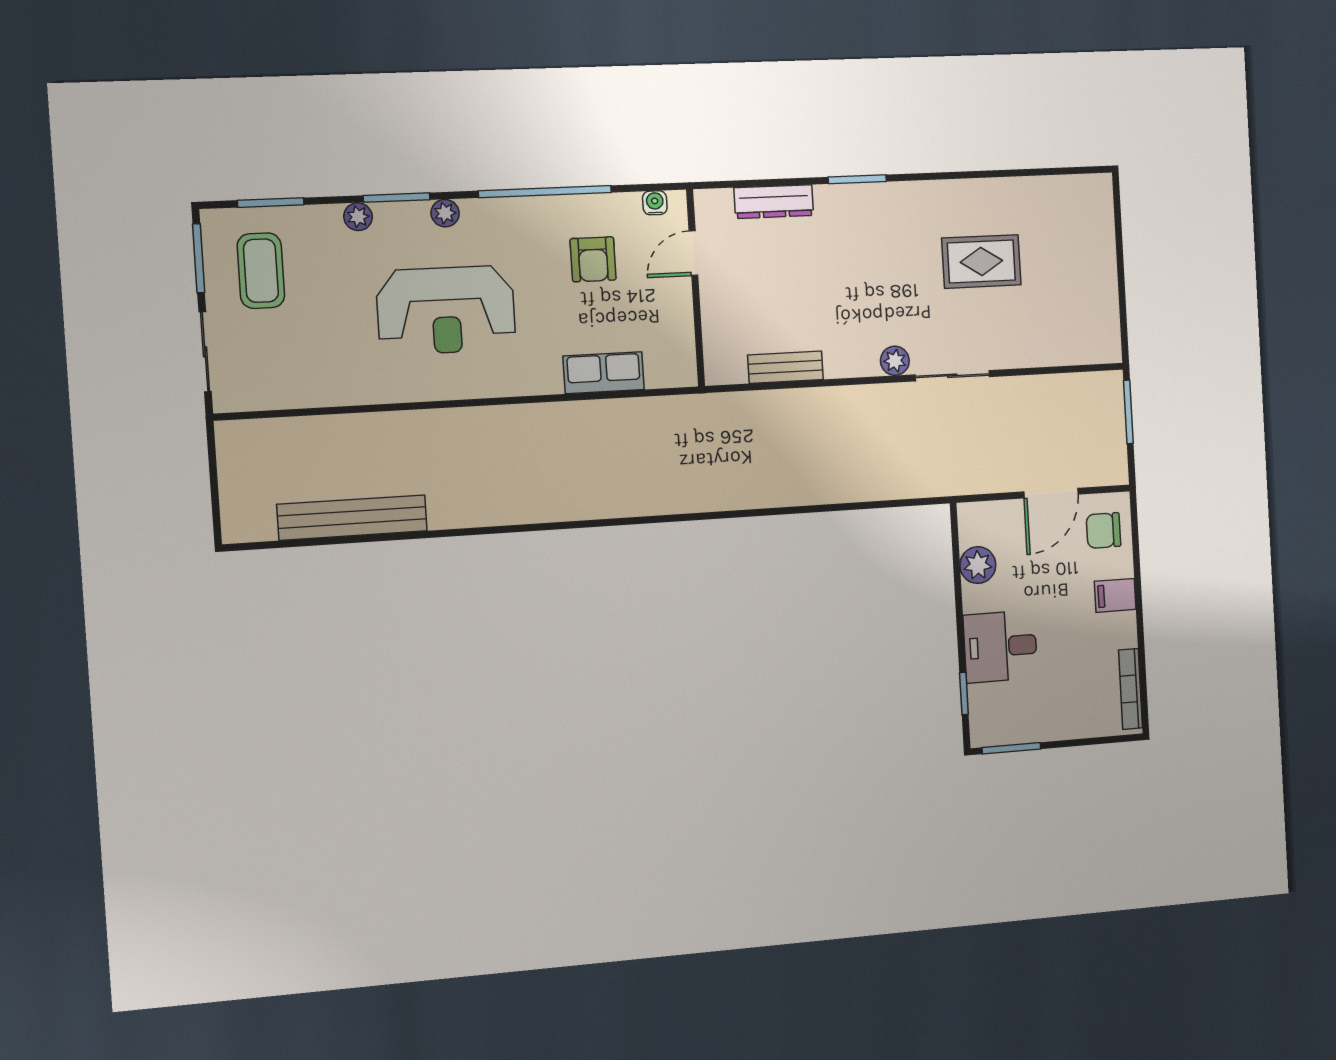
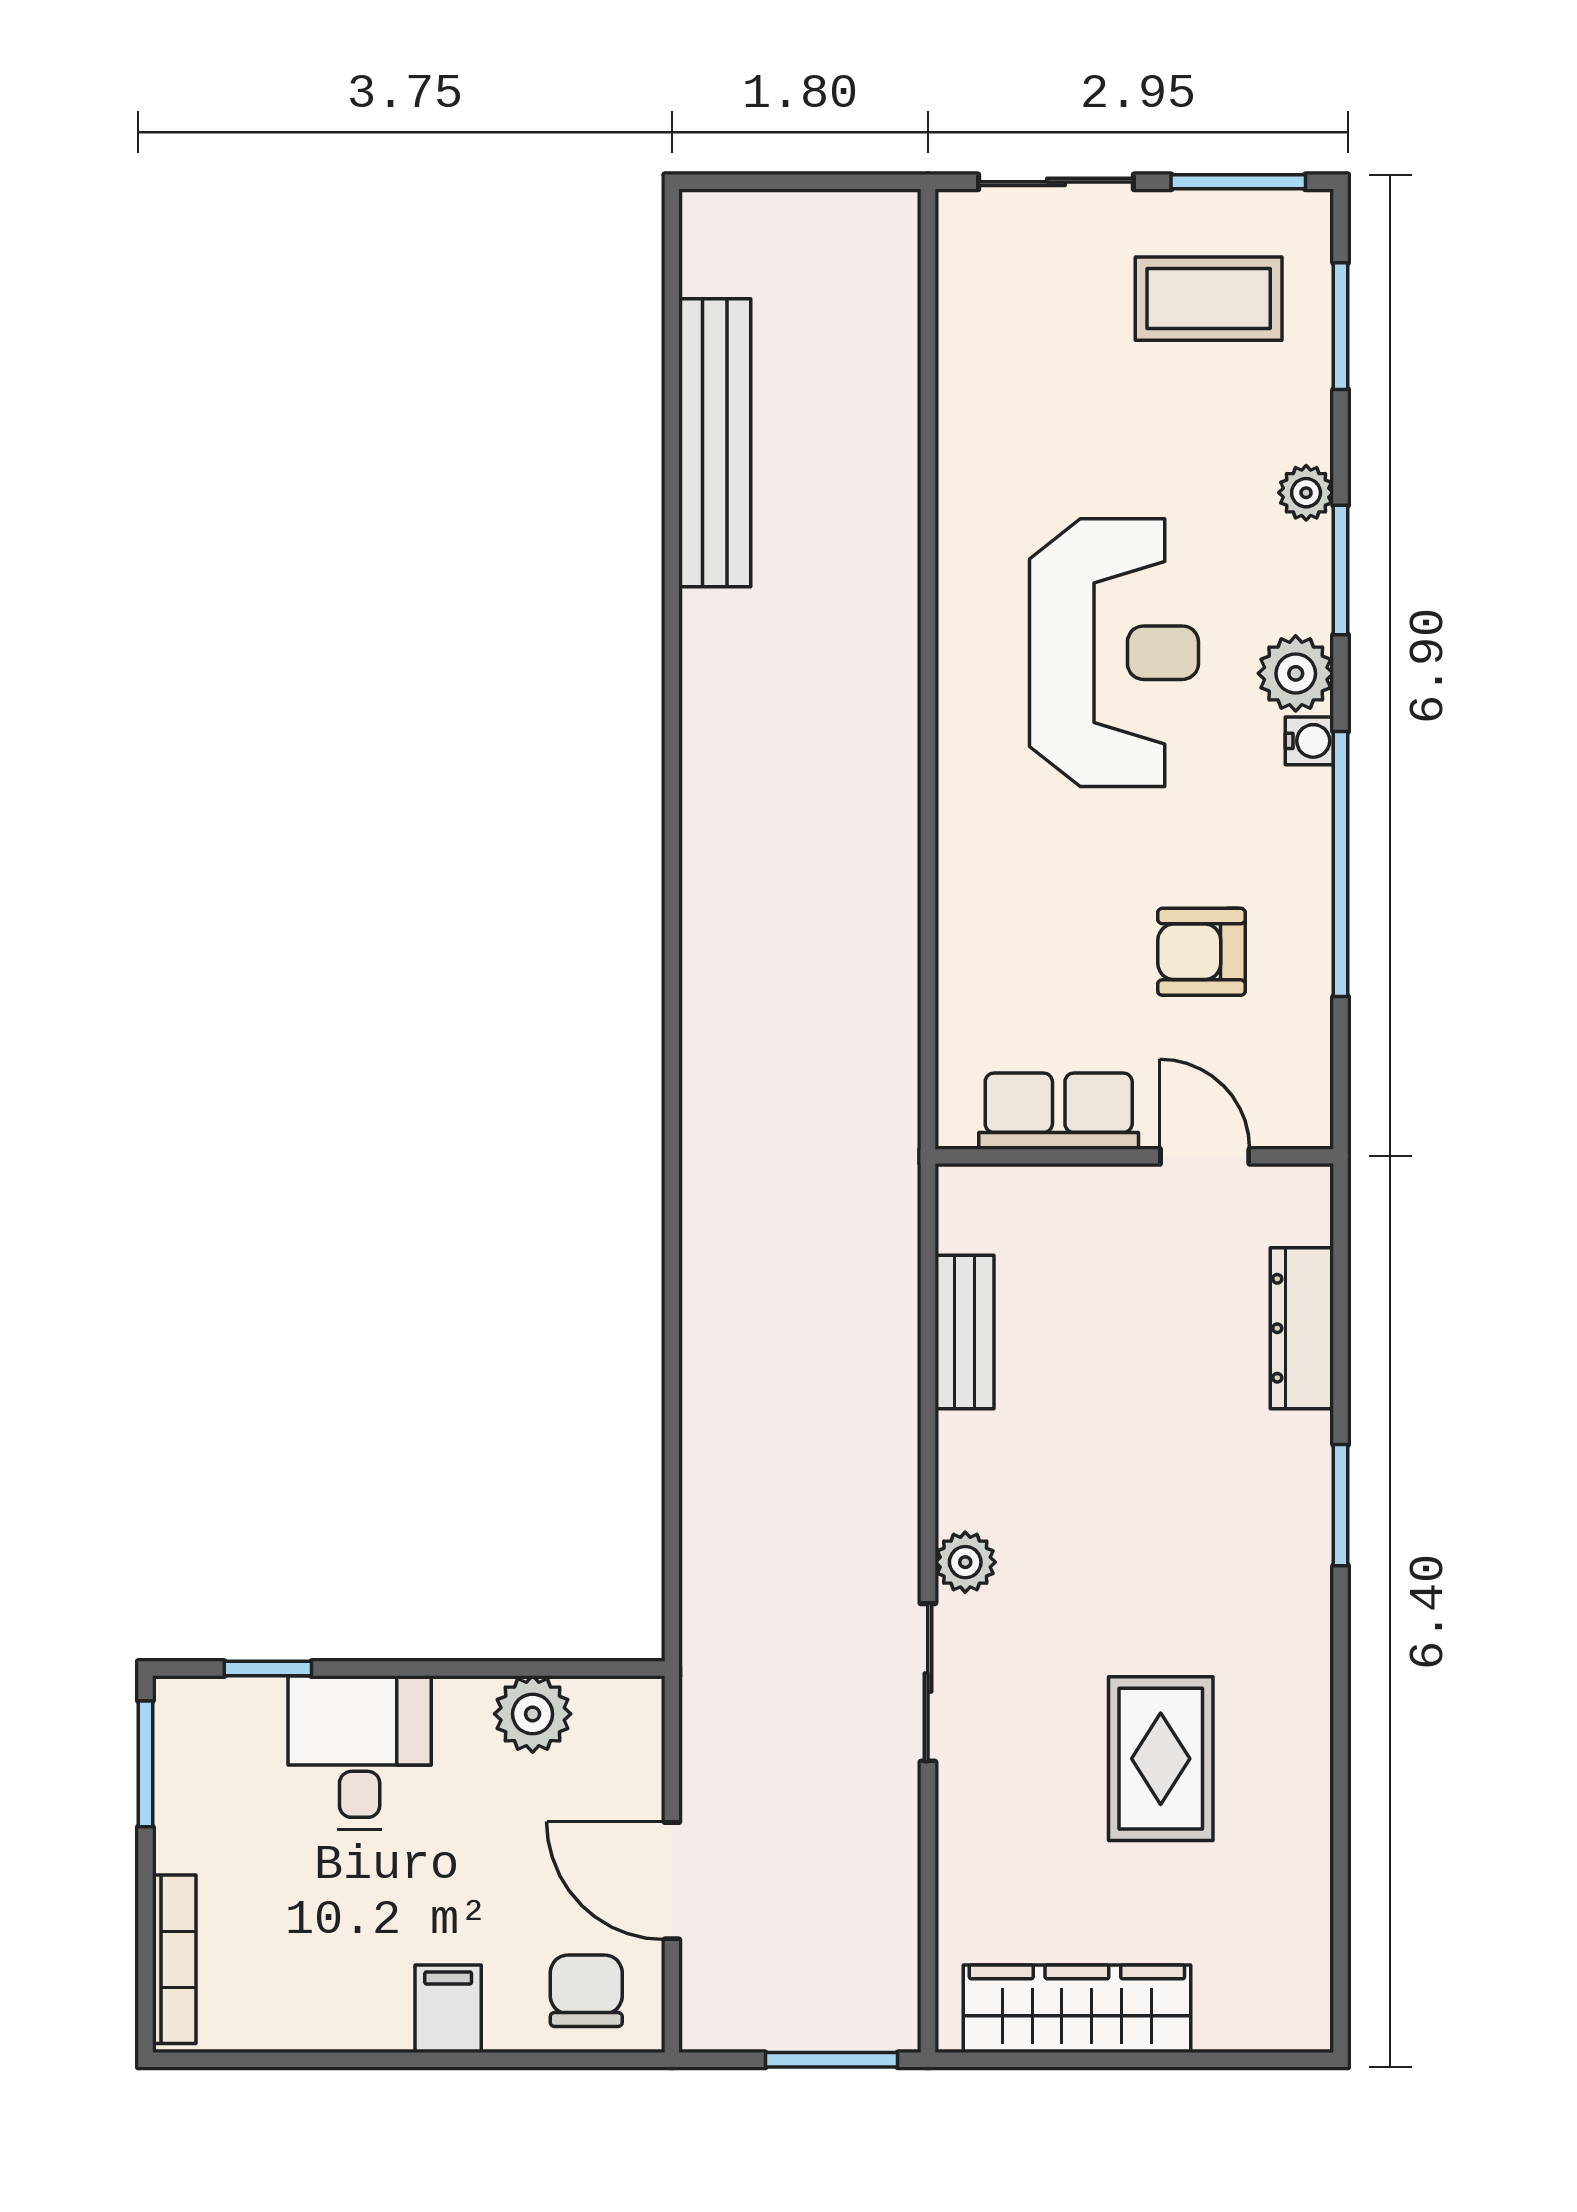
water cooler: (655, 203) -> (1309, 741), moved
plant: (445, 213) -> (1296, 673), width x1.38, depth x1.38
wardrobe: (1099, 296) -> (1077, 2009), added
reception desk: (446, 310) -> (1114, 653), turned 180
row of seats: (604, 373) -> (1059, 1111), moved, turned -90
bookcase: (1130, 689) -> (174, 1959), moved, turned 90

